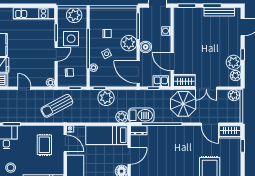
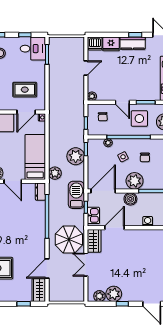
plant: (234, 95) -> (78, 294), removed
sun lounger: (57, 106) -> (67, 103), removed
barbecue: (141, 115) -> (76, 195), moved, turned 180

